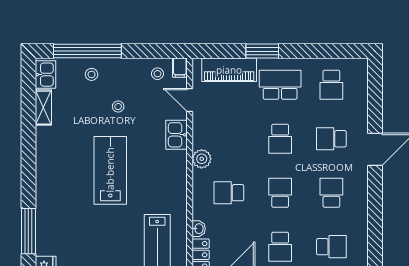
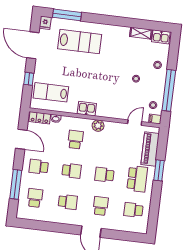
window: (87, 51) -> (169, 90), moved
kitchen sink: (176, 135) -> (87, 109), moved
lab bench: (110, 170) -> (80, 42), moved
school desk: (331, 247) -> (35, 198), turned 180

